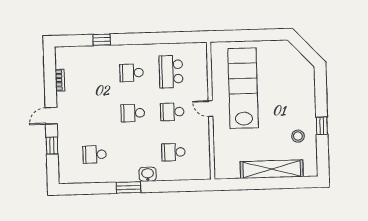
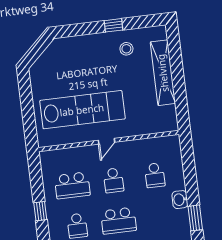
window: (149, 38) -> (40, 211), added
lab bench: (243, 88) -> (82, 110), turned 180
school desk: (133, 113) -> (118, 221), width x1.85

